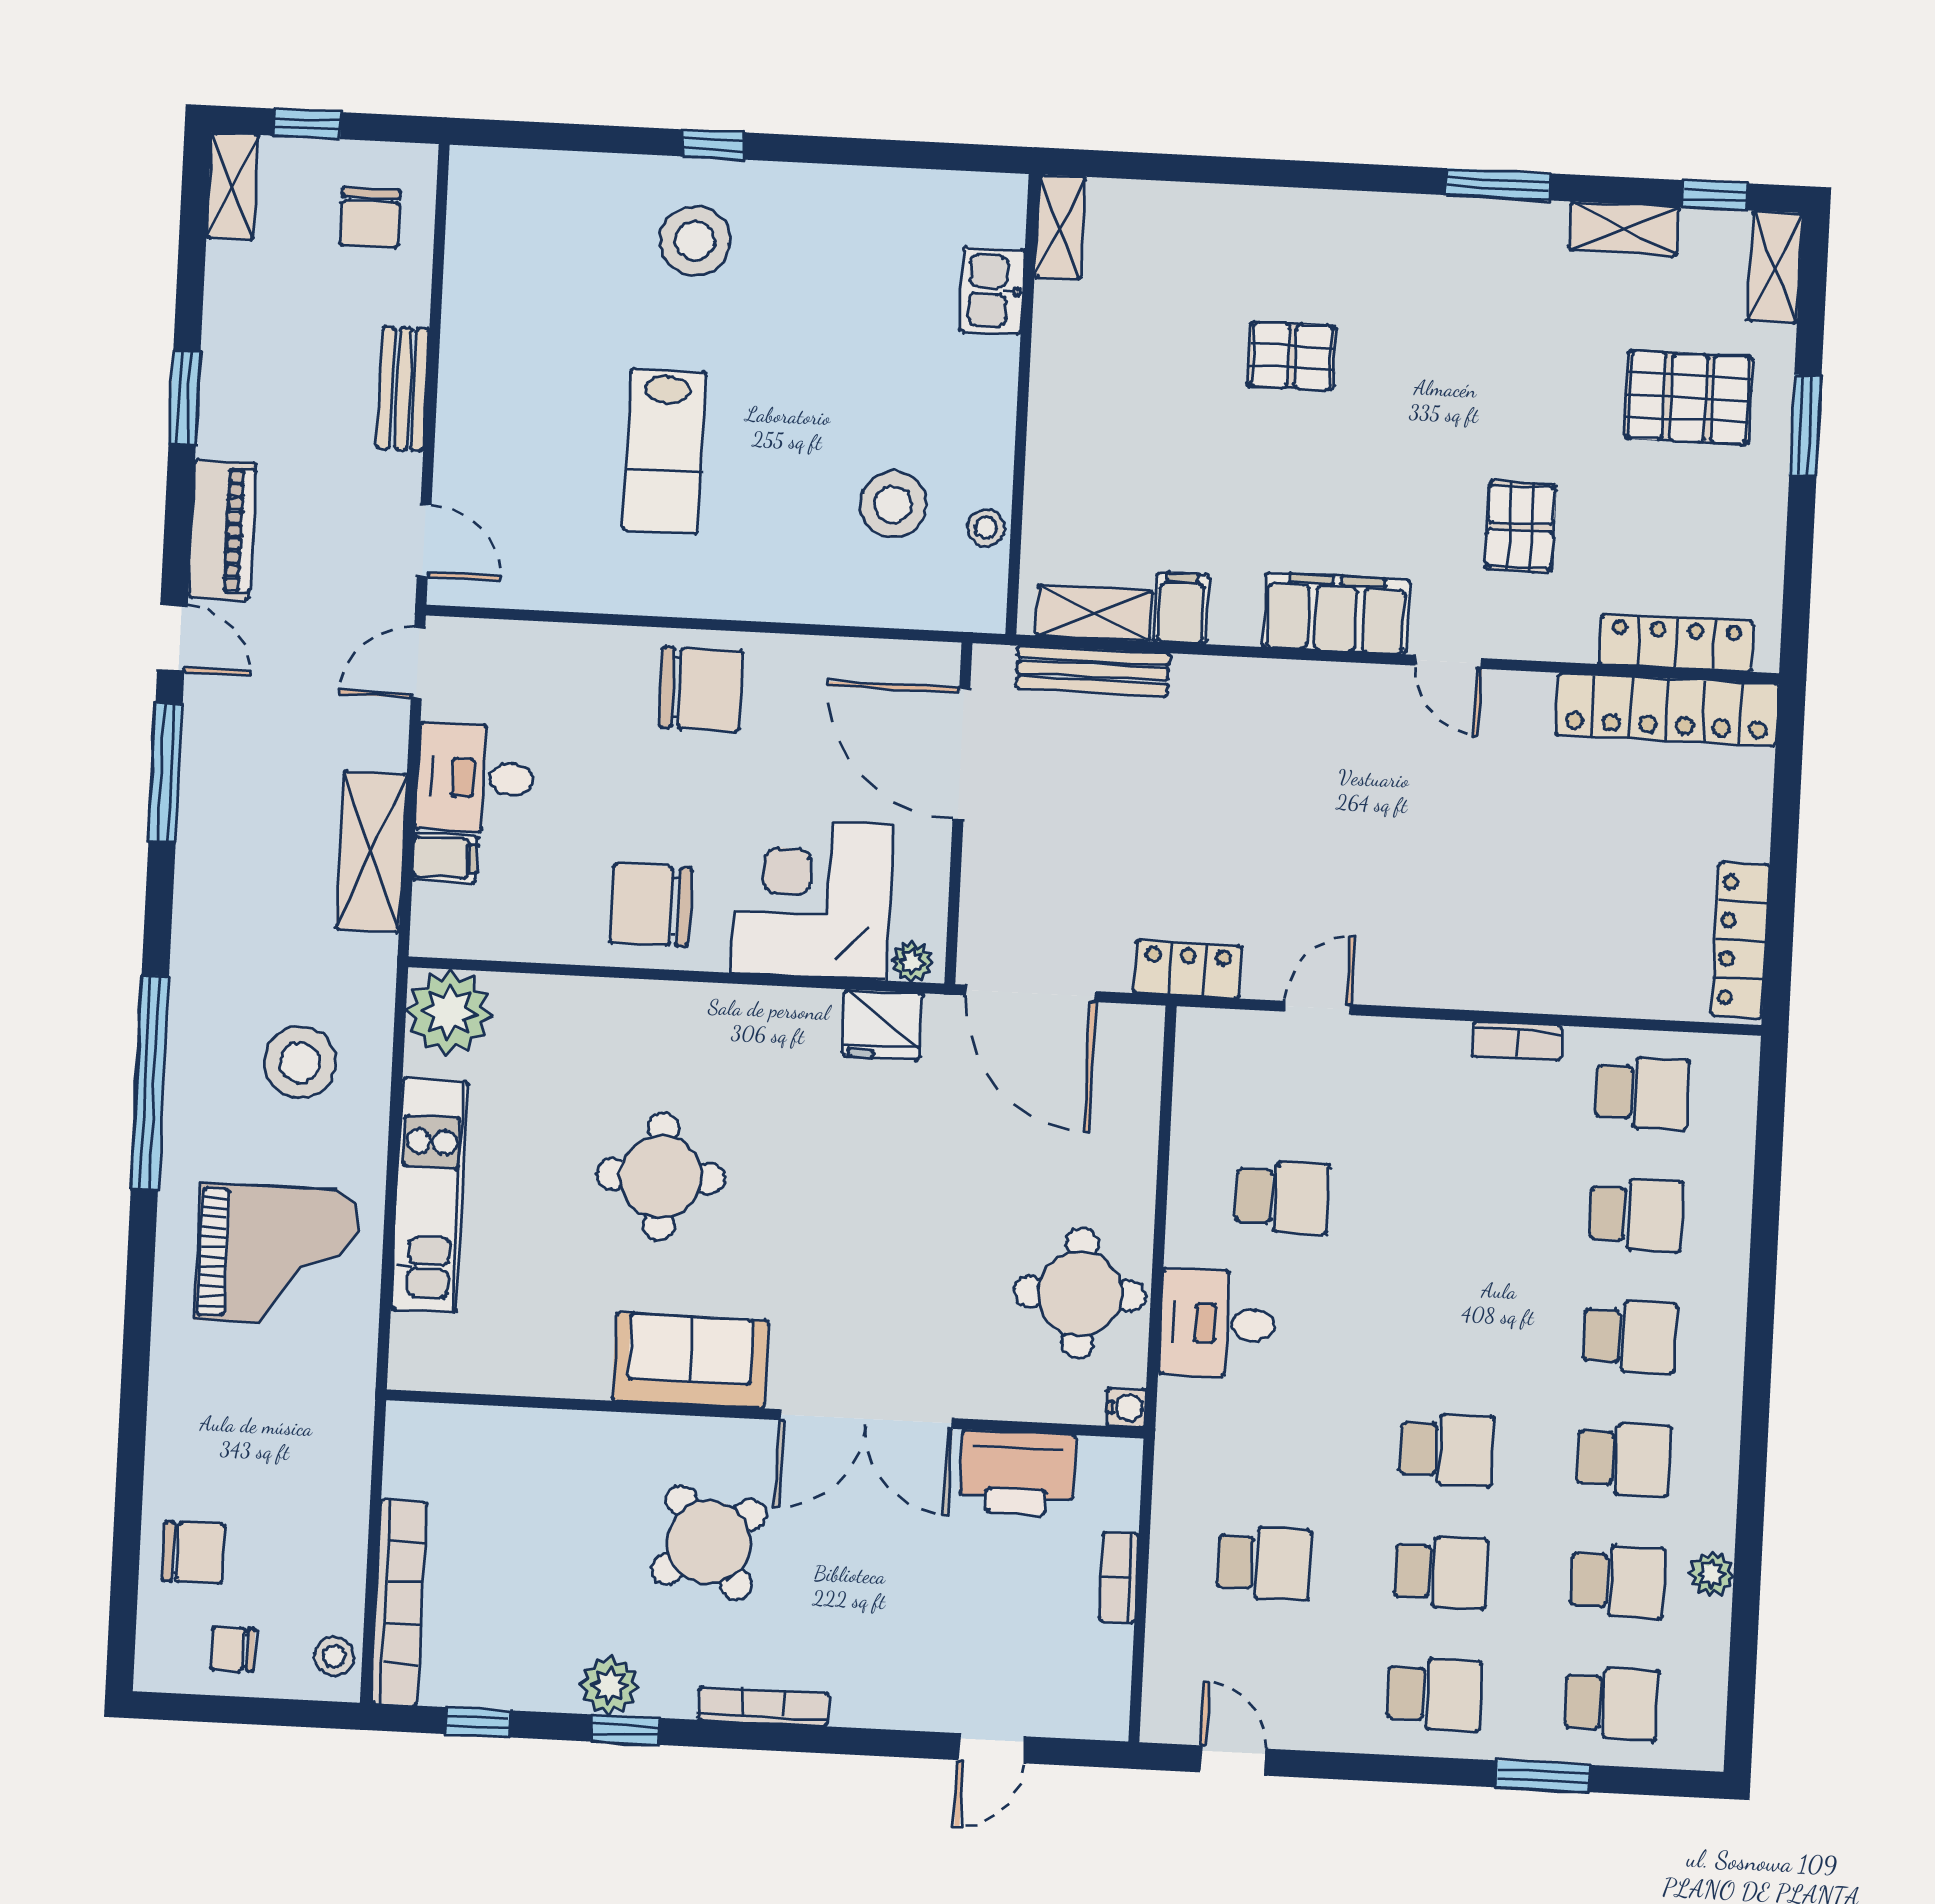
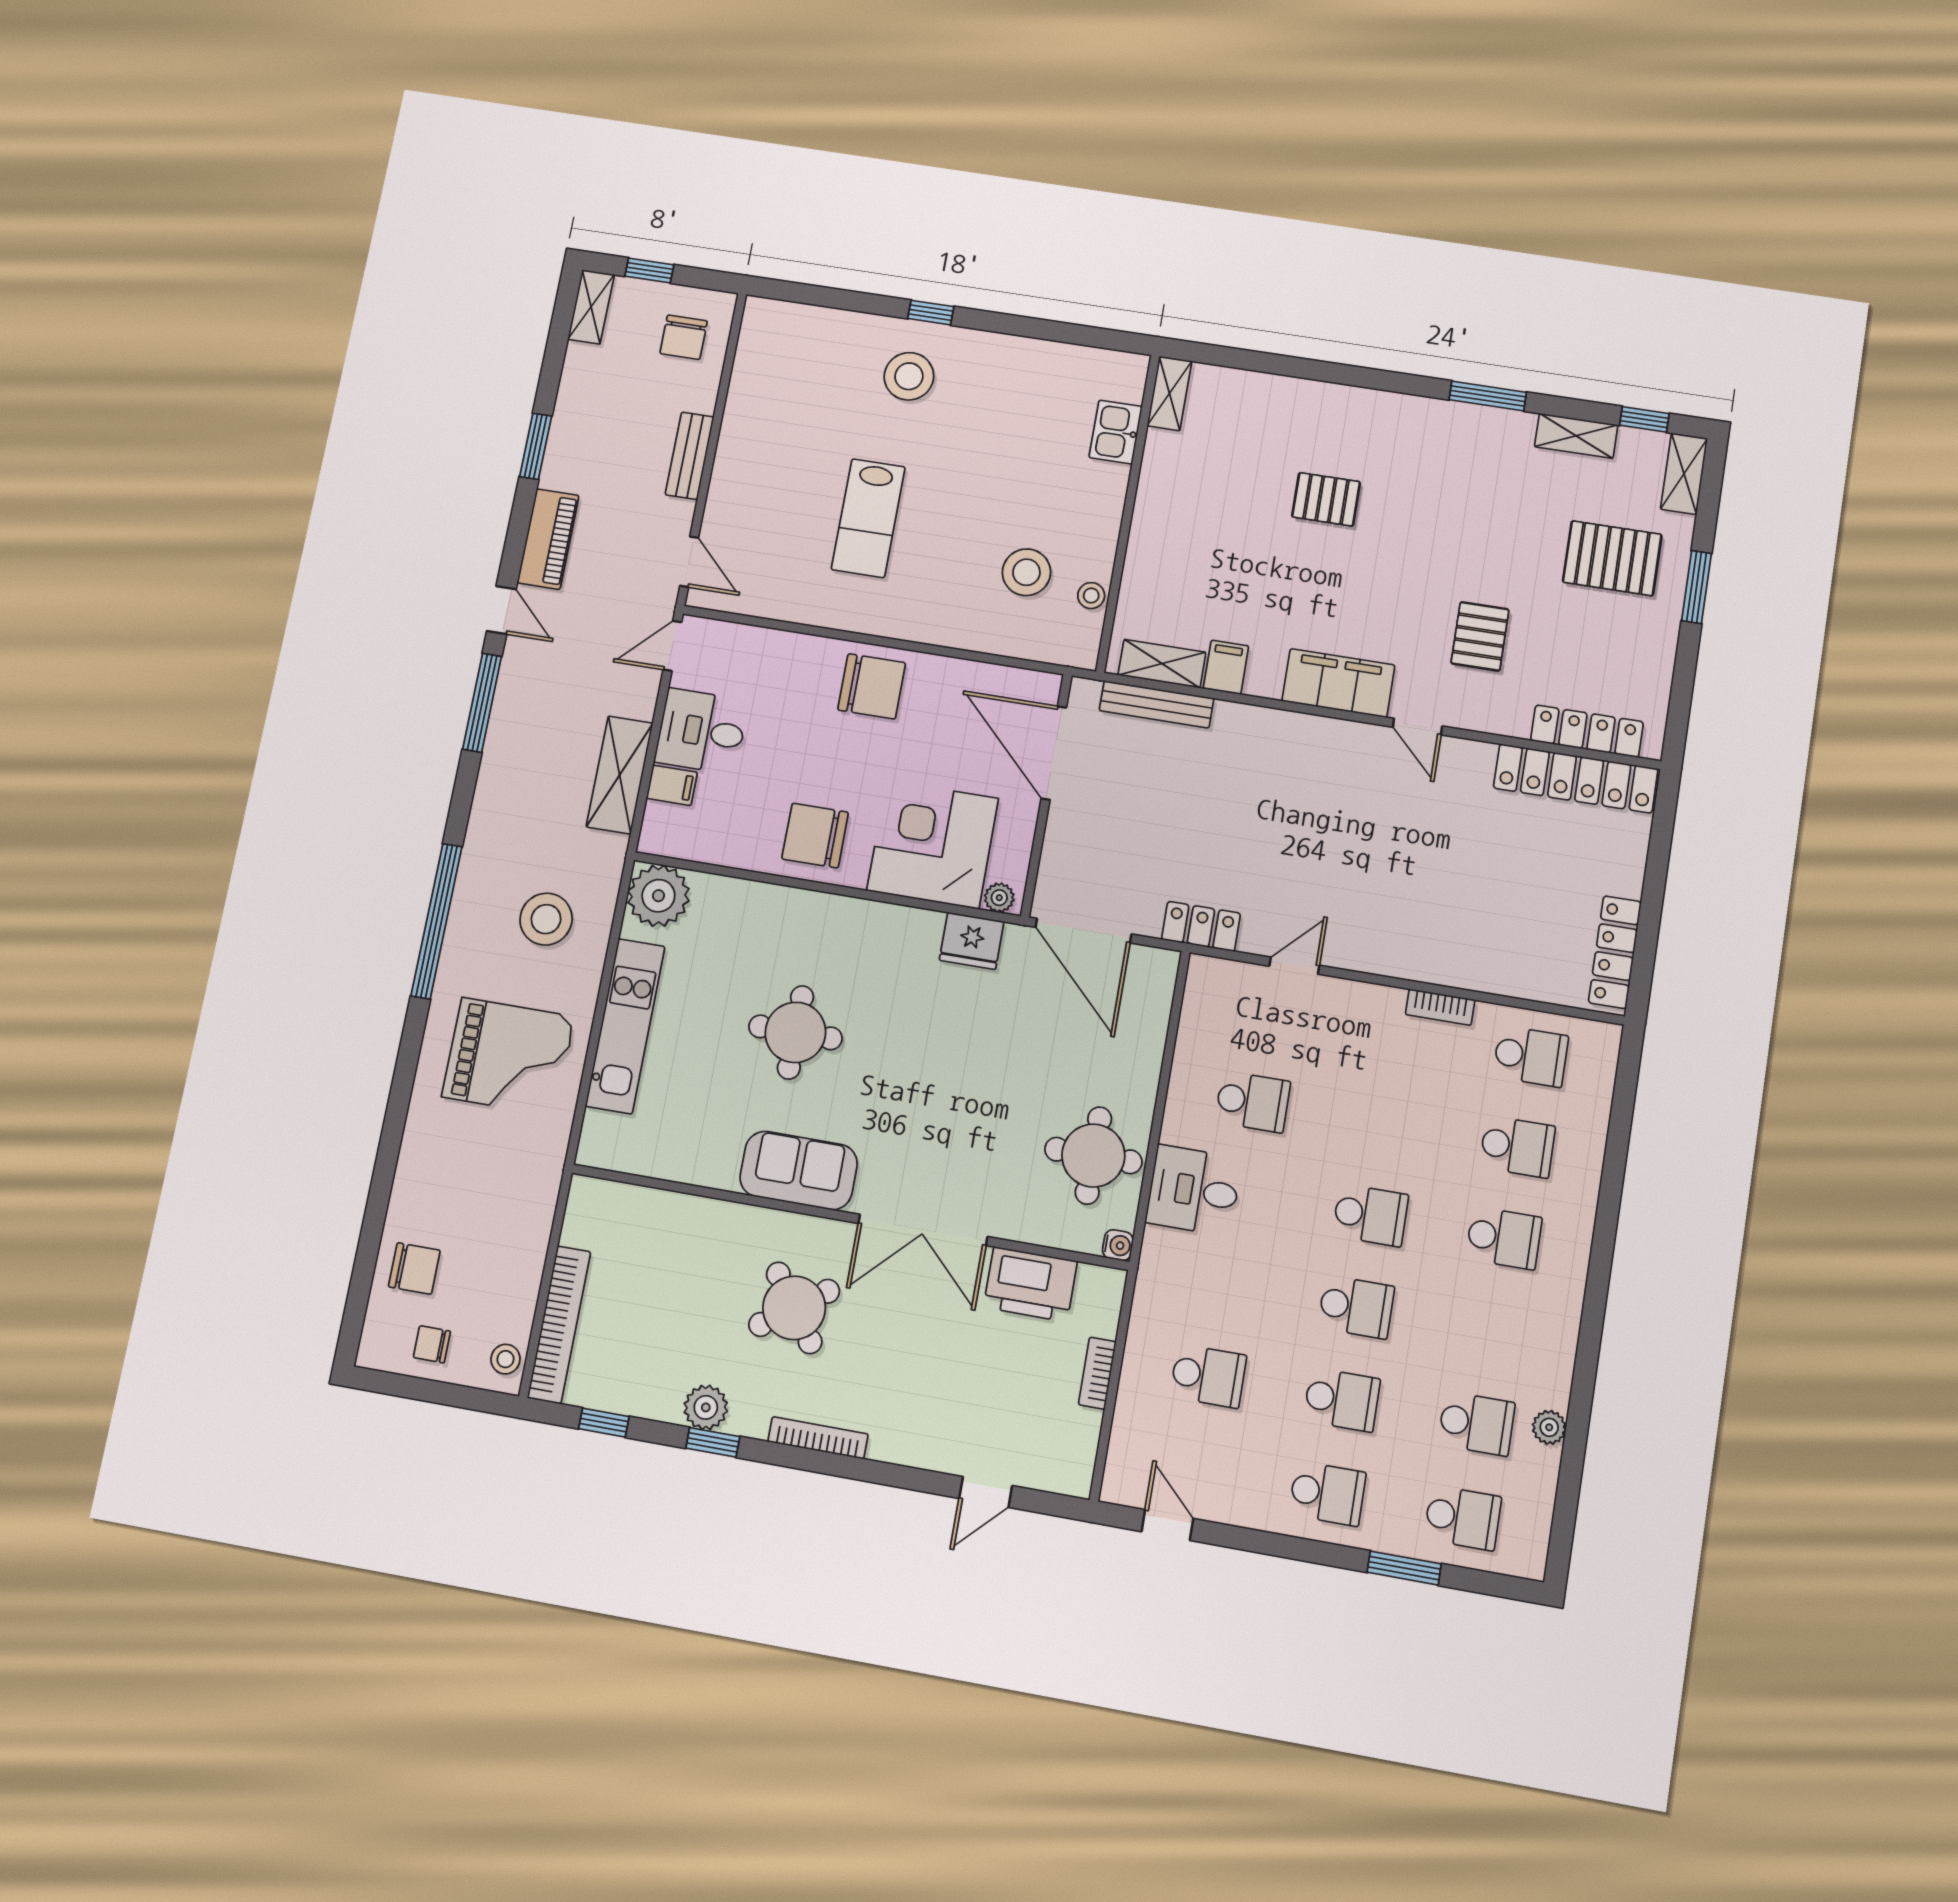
school desk: (1624, 1459) -> (1370, 1215), moved

